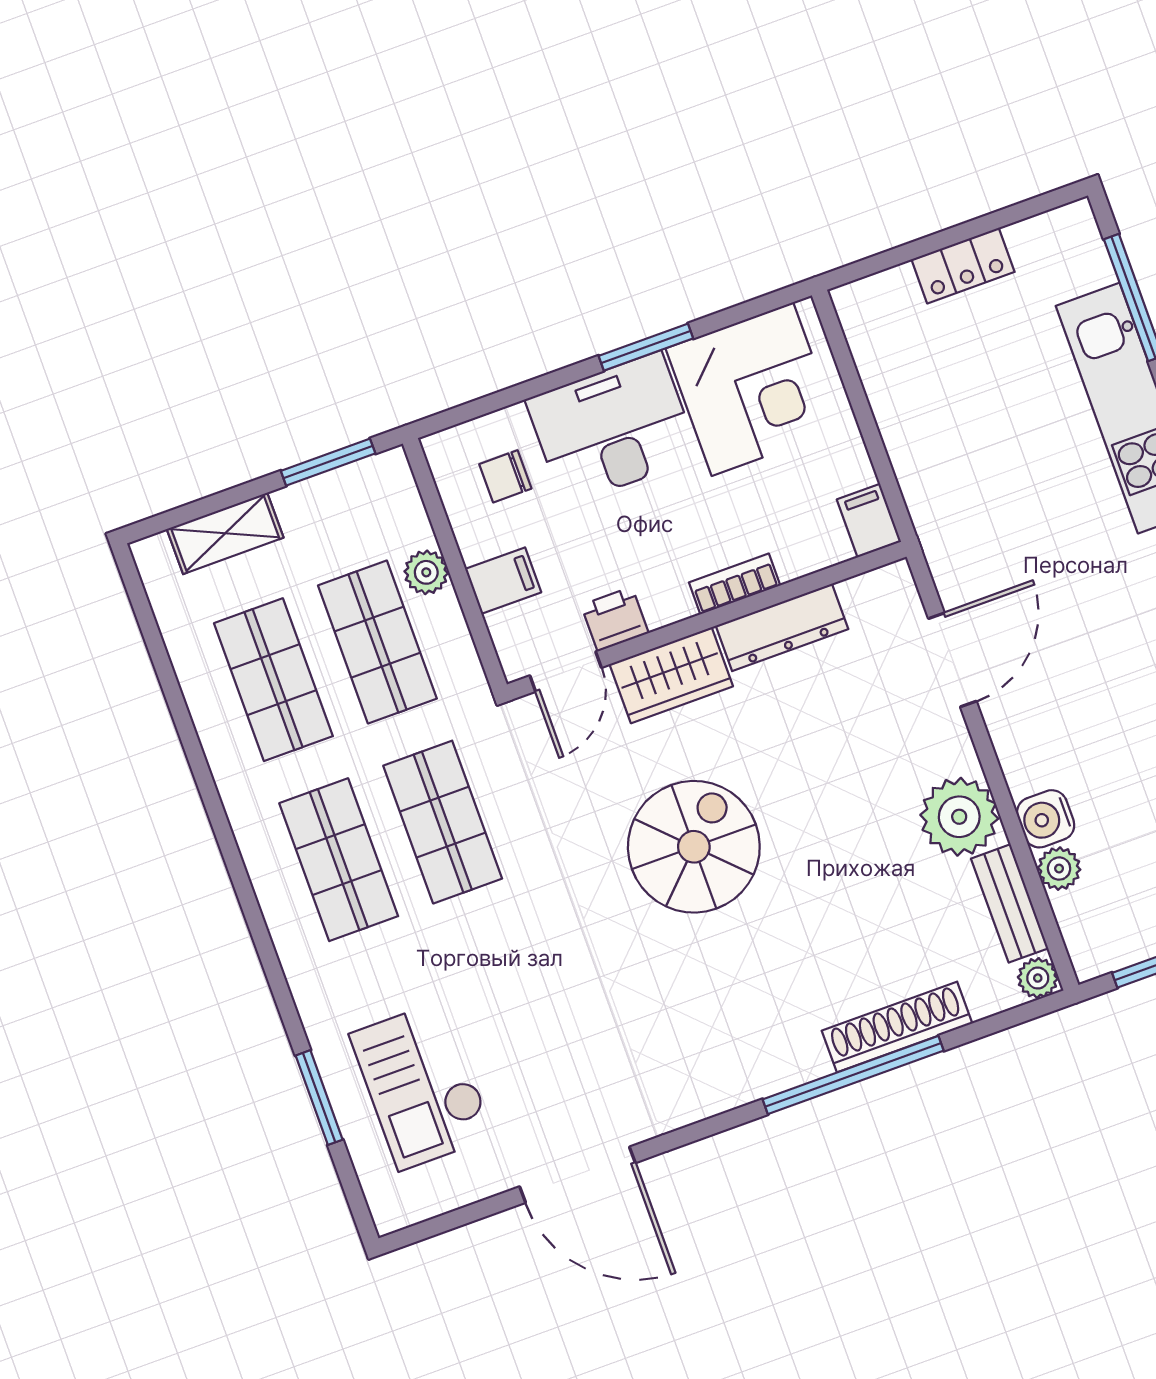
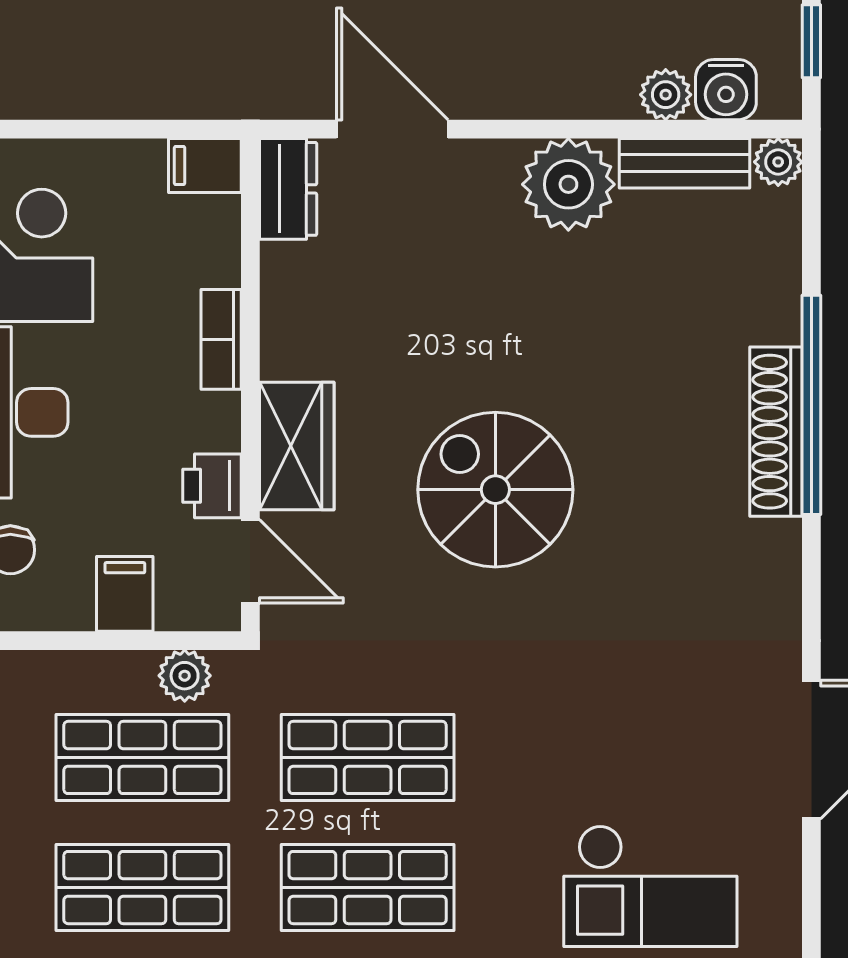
plant: (426, 572) -> (185, 676), moved
dresser: (782, 627) -> (288, 189), moved, width x0.70
water cooler: (1046, 819) -> (726, 90), moved
shoe rack: (897, 1027) -> (776, 432), moved

